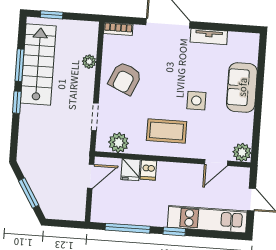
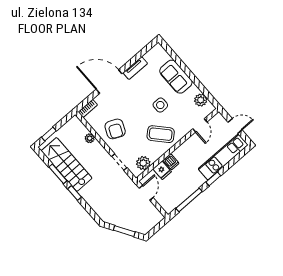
coffee table: (167, 131) -> (161, 134), turned 48
plant: (242, 152) -> (201, 100), moved

